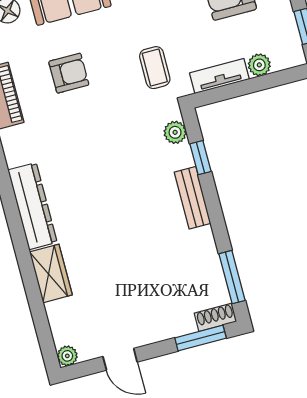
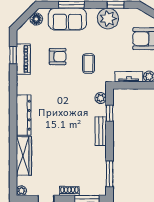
coffee table: (155, 68) -> (88, 63), moved
wardrobe: (51, 273) -> (24, 156), width x1.50
shoe rack: (215, 317) -> (69, 191), moved

